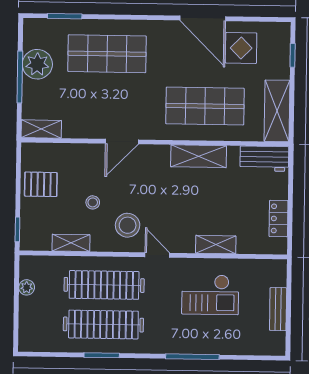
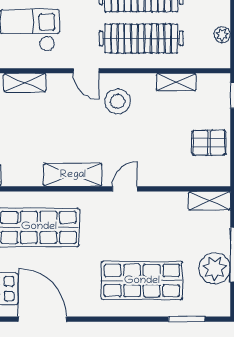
door: (122, 142) -> (125, 189), width x0.73
shelving: (199, 156) -> (73, 175), moved
stool: (93, 202) -> (154, 125), removed

